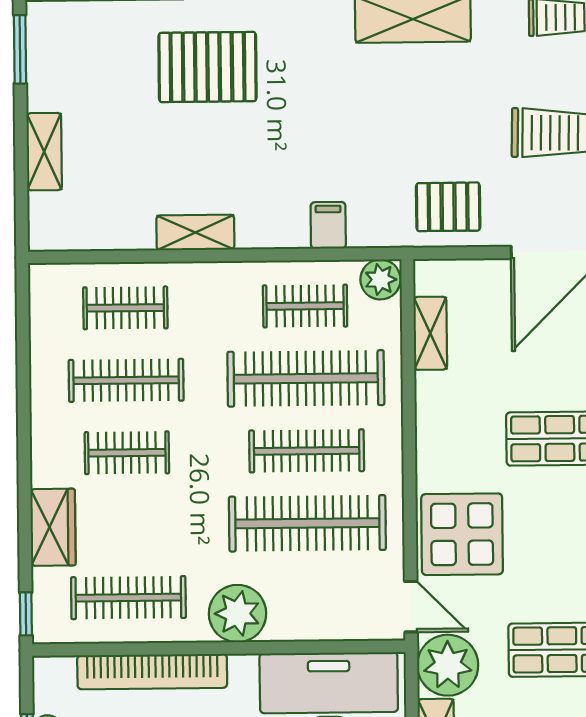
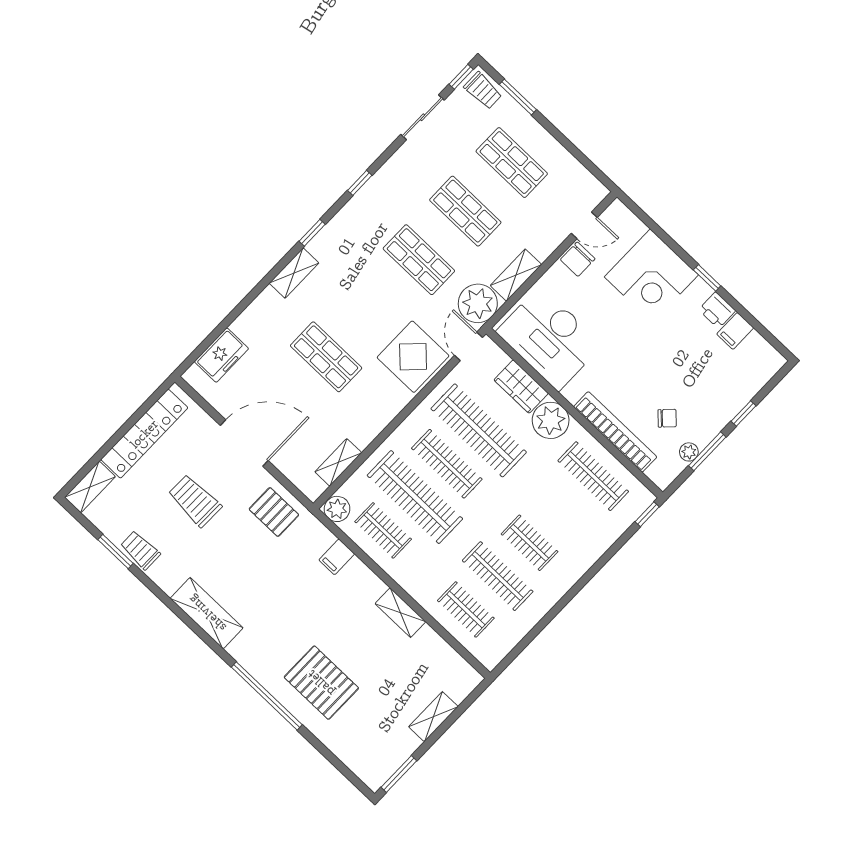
wardrobe: (53, 527) -> (521, 387), moved, turned -90

